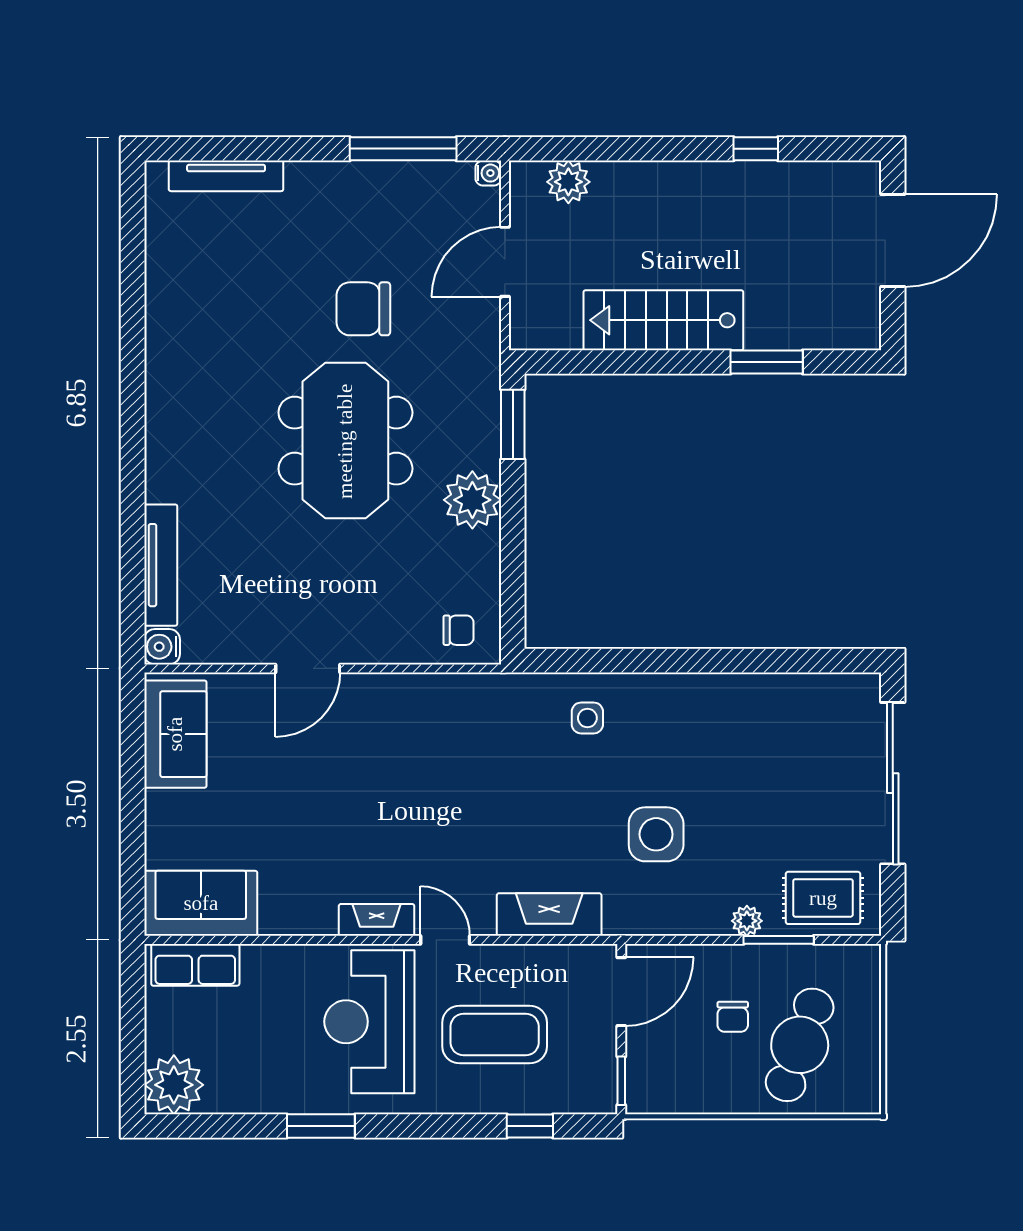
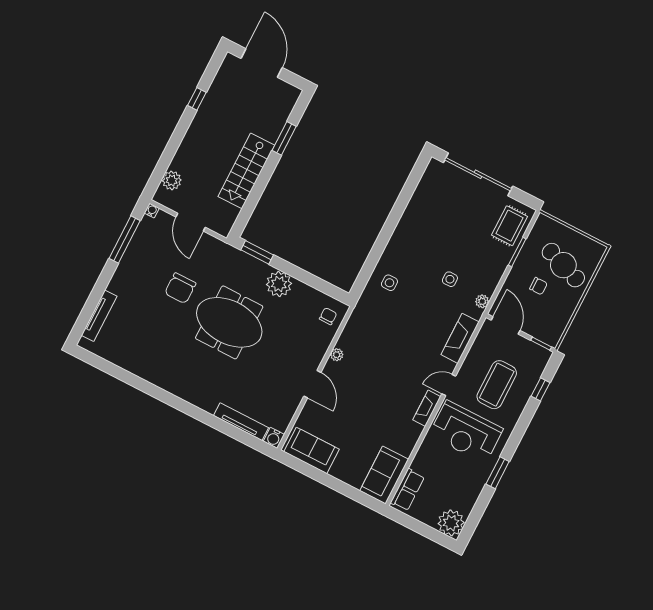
plant: (391, 687) -> (337, 355), added
side table: (656, 834) -> (450, 279), width x0.54, depth x0.54
plant: (747, 921) -> (482, 301), moved

